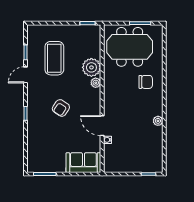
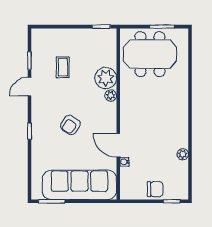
coffee table: (54, 58) -> (63, 67), width x0.54, depth x0.58
chair: (146, 82) -> (155, 189), moved
plant: (158, 121) -> (183, 154), moved
sofa: (83, 163) -> (79, 185), width x1.85, depth x1.27

